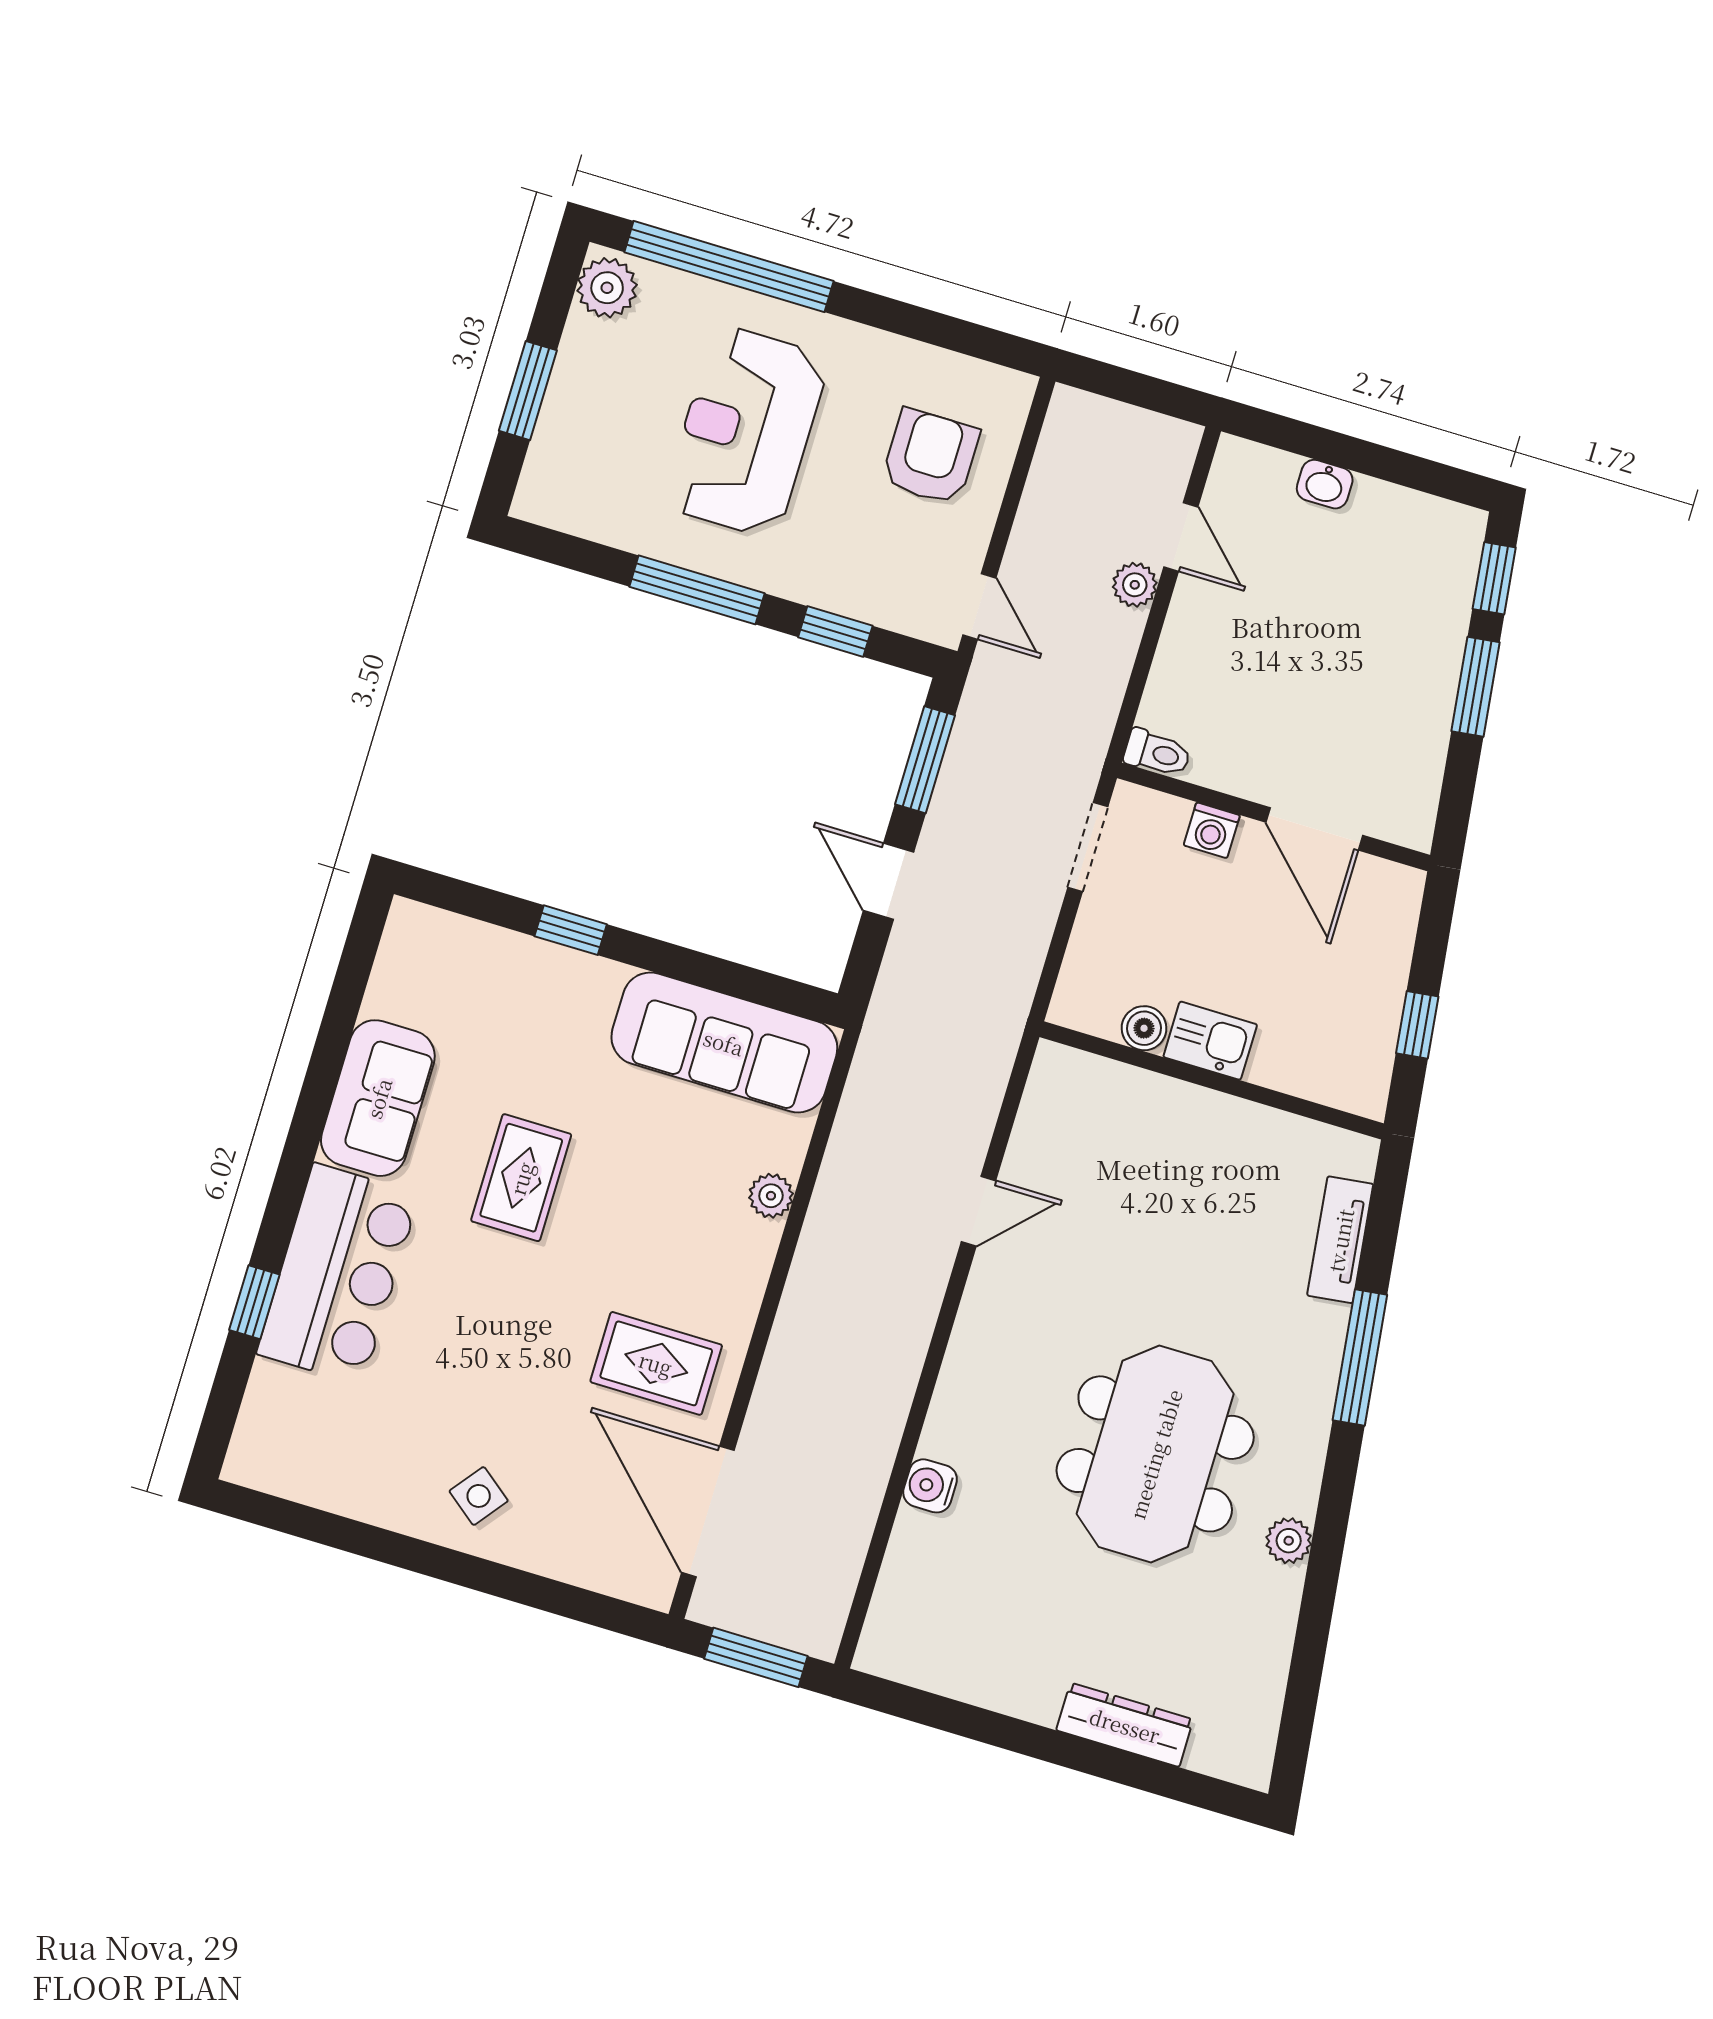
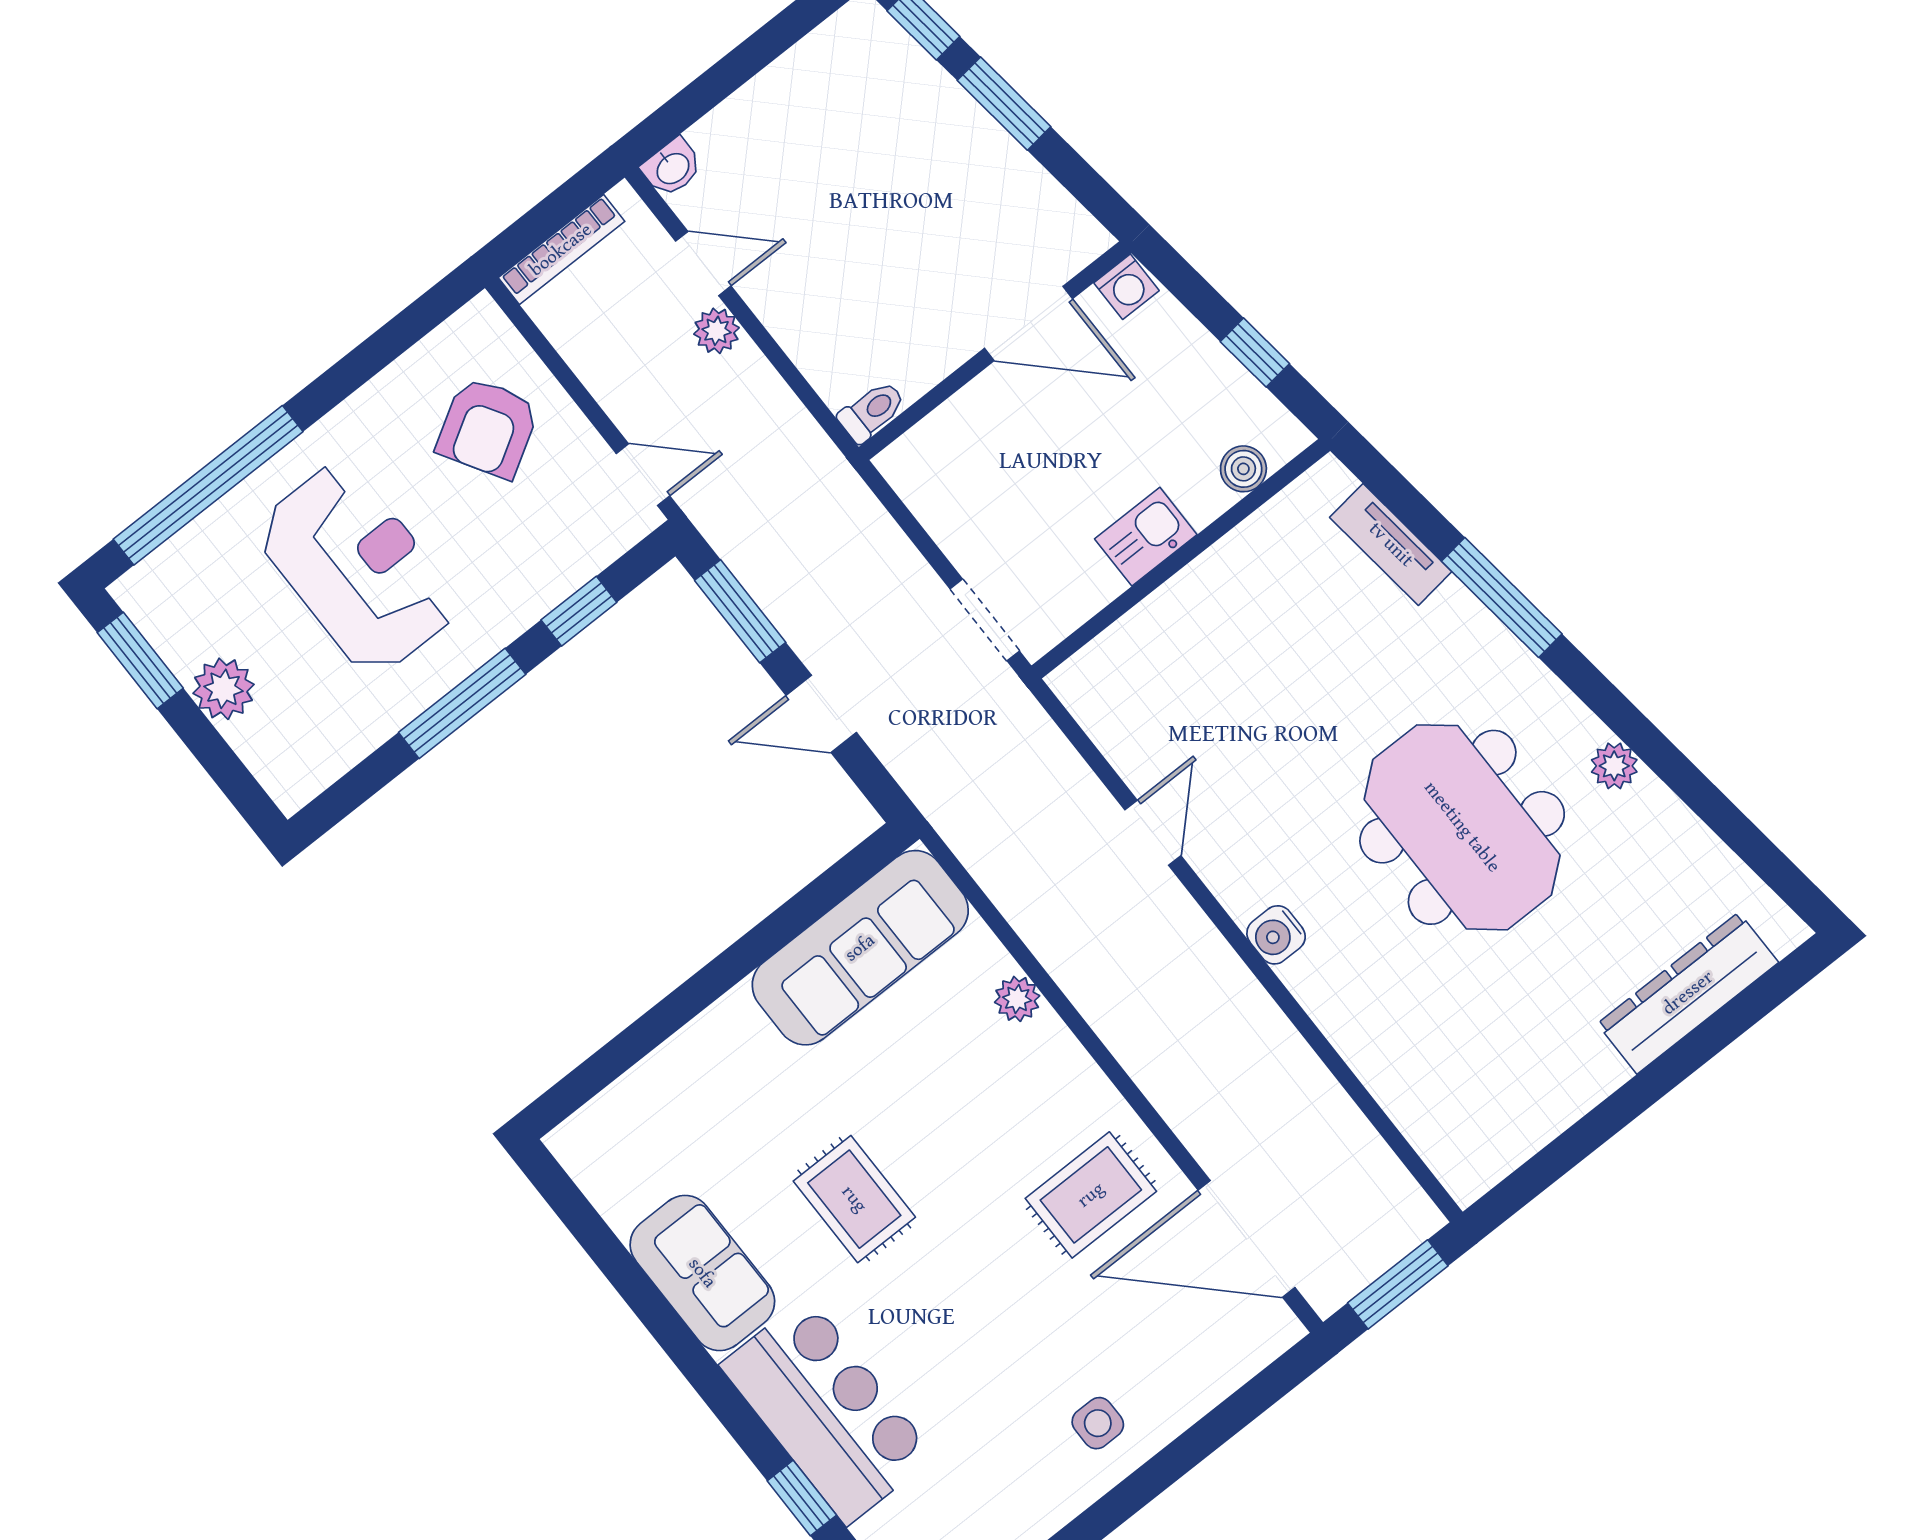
plant: (607, 288) -> (224, 689), moved
window: (528, 391) -> (140, 660), moved
bookcase: (1113, 416) -> (561, 250), added
reception desk: (746, 431) -> (357, 568), turned 180
armchair: (930, 457) -> (488, 428), turned -121
washbasin: (1325, 484) -> (672, 168), moved
washing machine: (1212, 830) -> (1126, 287), moved
doorway: (1088, 847) -> (985, 620), moved
window: (571, 930) -> (675, 1011), removed
boiler: (1144, 1028) -> (1243, 469), moved
water cooler: (930, 1486) -> (1276, 935), moved
side table: (479, 1496) -> (1098, 1423), turned -38
dresser: (1125, 1725) -> (1688, 993), width x1.37, depth x1.24

